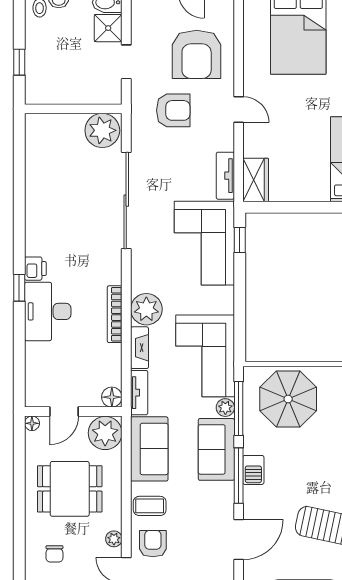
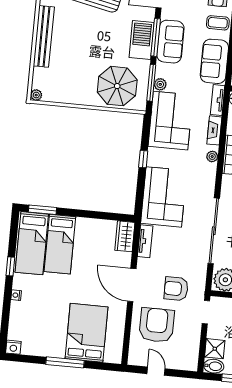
doorway: (126, 62) -> (206, 312), moved
door: (239, 110) -> (132, 285), width x1.87
window: (240, 240) -> (143, 159), moved
plant: (146, 309) -> (212, 157), width x0.53, depth x0.53
sofa: (216, 449) -> (170, 42), moved
barbecue: (253, 470) -> (142, 40), width x1.88, depth x1.53

